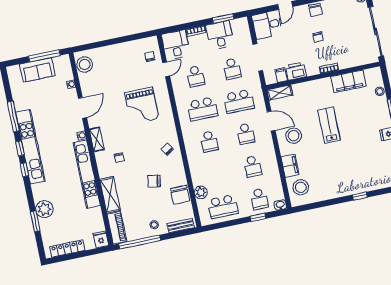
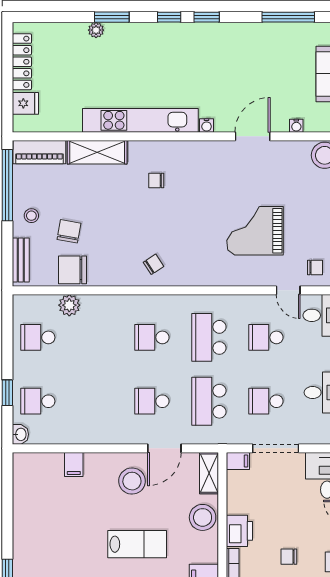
printer: (296, 71) -> (239, 531), moved
filing cabinet: (281, 75) -> (238, 461), moved
grand piano: (142, 106) -> (255, 231), moved
door: (82, 108) -> (253, 136), swing flipped
window: (13, 116) -> (288, 17), moved
shelving: (97, 139) -> (195, 149), removed
kitchen unit: (30, 147) -> (206, 35), removed
school desk: (252, 166) -> (95, 401), removed
filing cabinet: (290, 166) -> (74, 465), width x0.50
chair: (154, 181) -> (69, 231), moved
stool: (301, 187) -> (203, 517), moved
school desk: (223, 207) -> (38, 337), width x0.54
plant: (44, 209) -> (96, 30), width x0.53, depth x0.53
window: (35, 221) -> (112, 17), moved
fridge: (101, 239) -> (25, 103), moved

